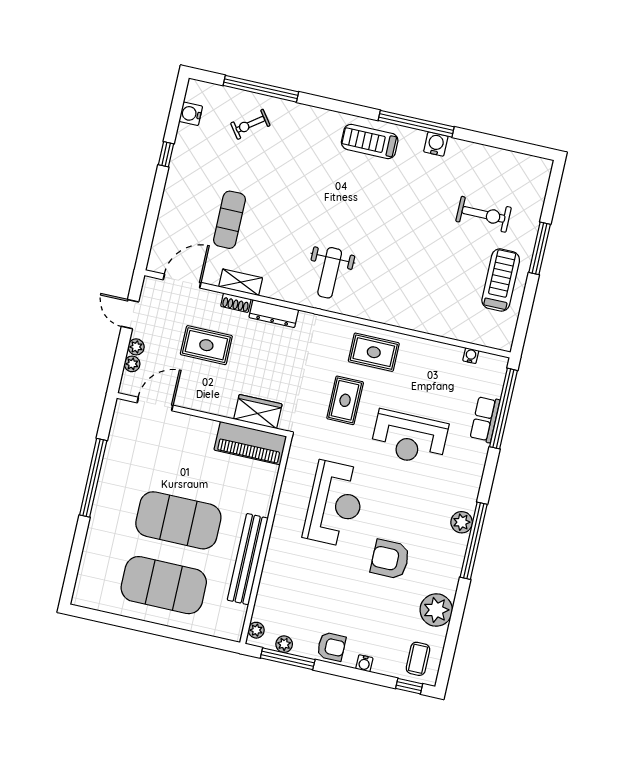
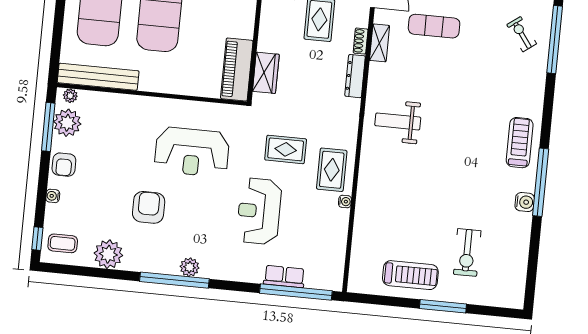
water cooler: (471, 356) -> (345, 202), moved
bench: (248, 559) -> (98, 77), moved
plant: (284, 644) -> (67, 123), width x1.88, depth x1.88

